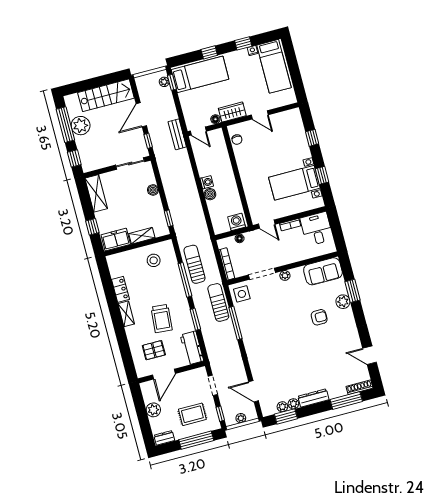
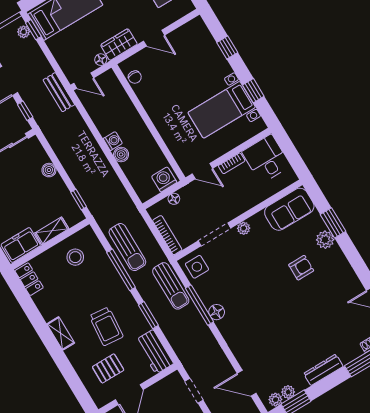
sun lounger: (195, 264) -> (127, 247), turned 180
locker: (121, 289) -> (29, 279), moved
sun lounger: (218, 302) -> (171, 286), turned 180
floor lamp: (247, 332) -> (217, 312), added
plant: (293, 404) -> (275, 400), moved

